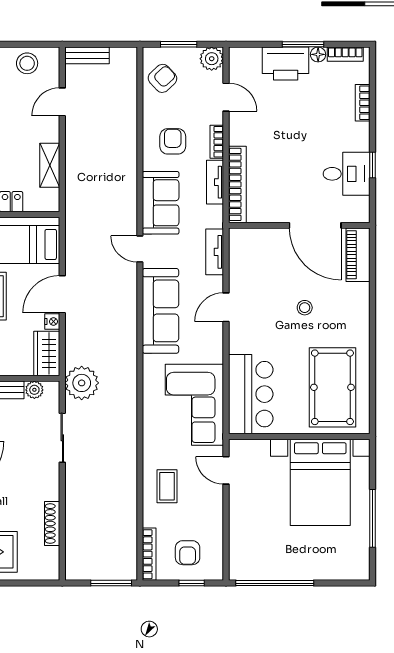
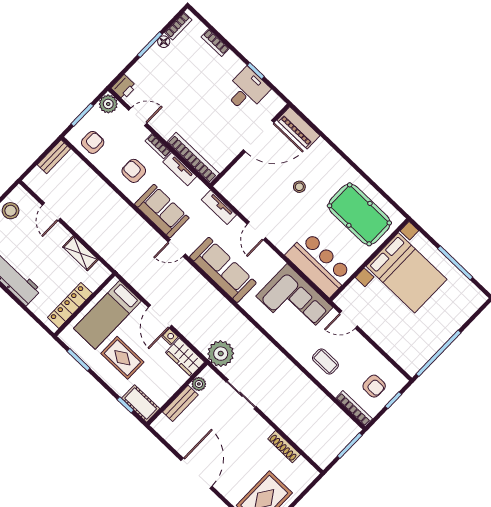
bench: (87, 55) -> (54, 157), moved
printer: (286, 64) -> (124, 87), moved, width x0.53, depth x0.68
armchair: (162, 78) -> (93, 142), turned 43

